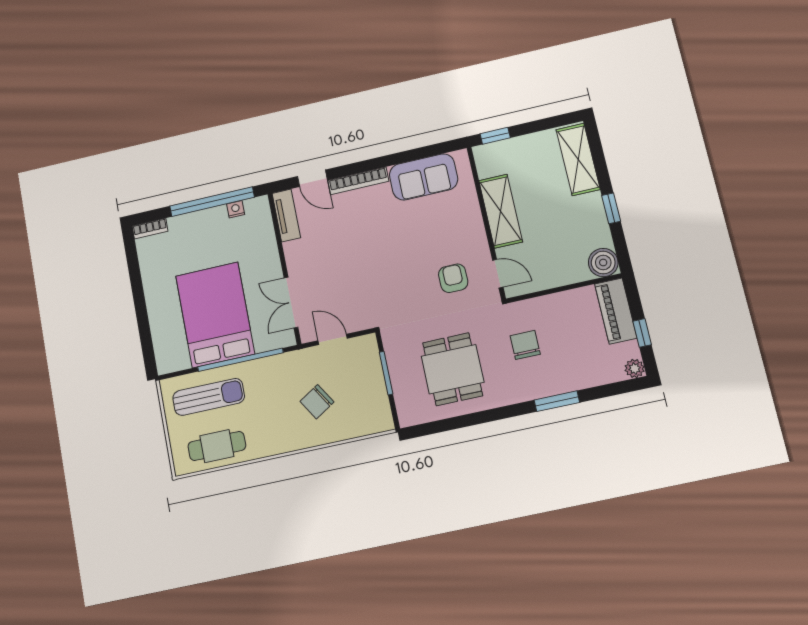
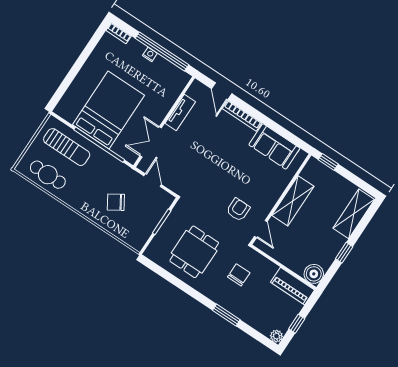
nightstand: (236, 209) -> (150, 54), moved
tv unit: (286, 215) -> (180, 112), moved
piano: (616, 311) -> (293, 286), moved, turned -90

